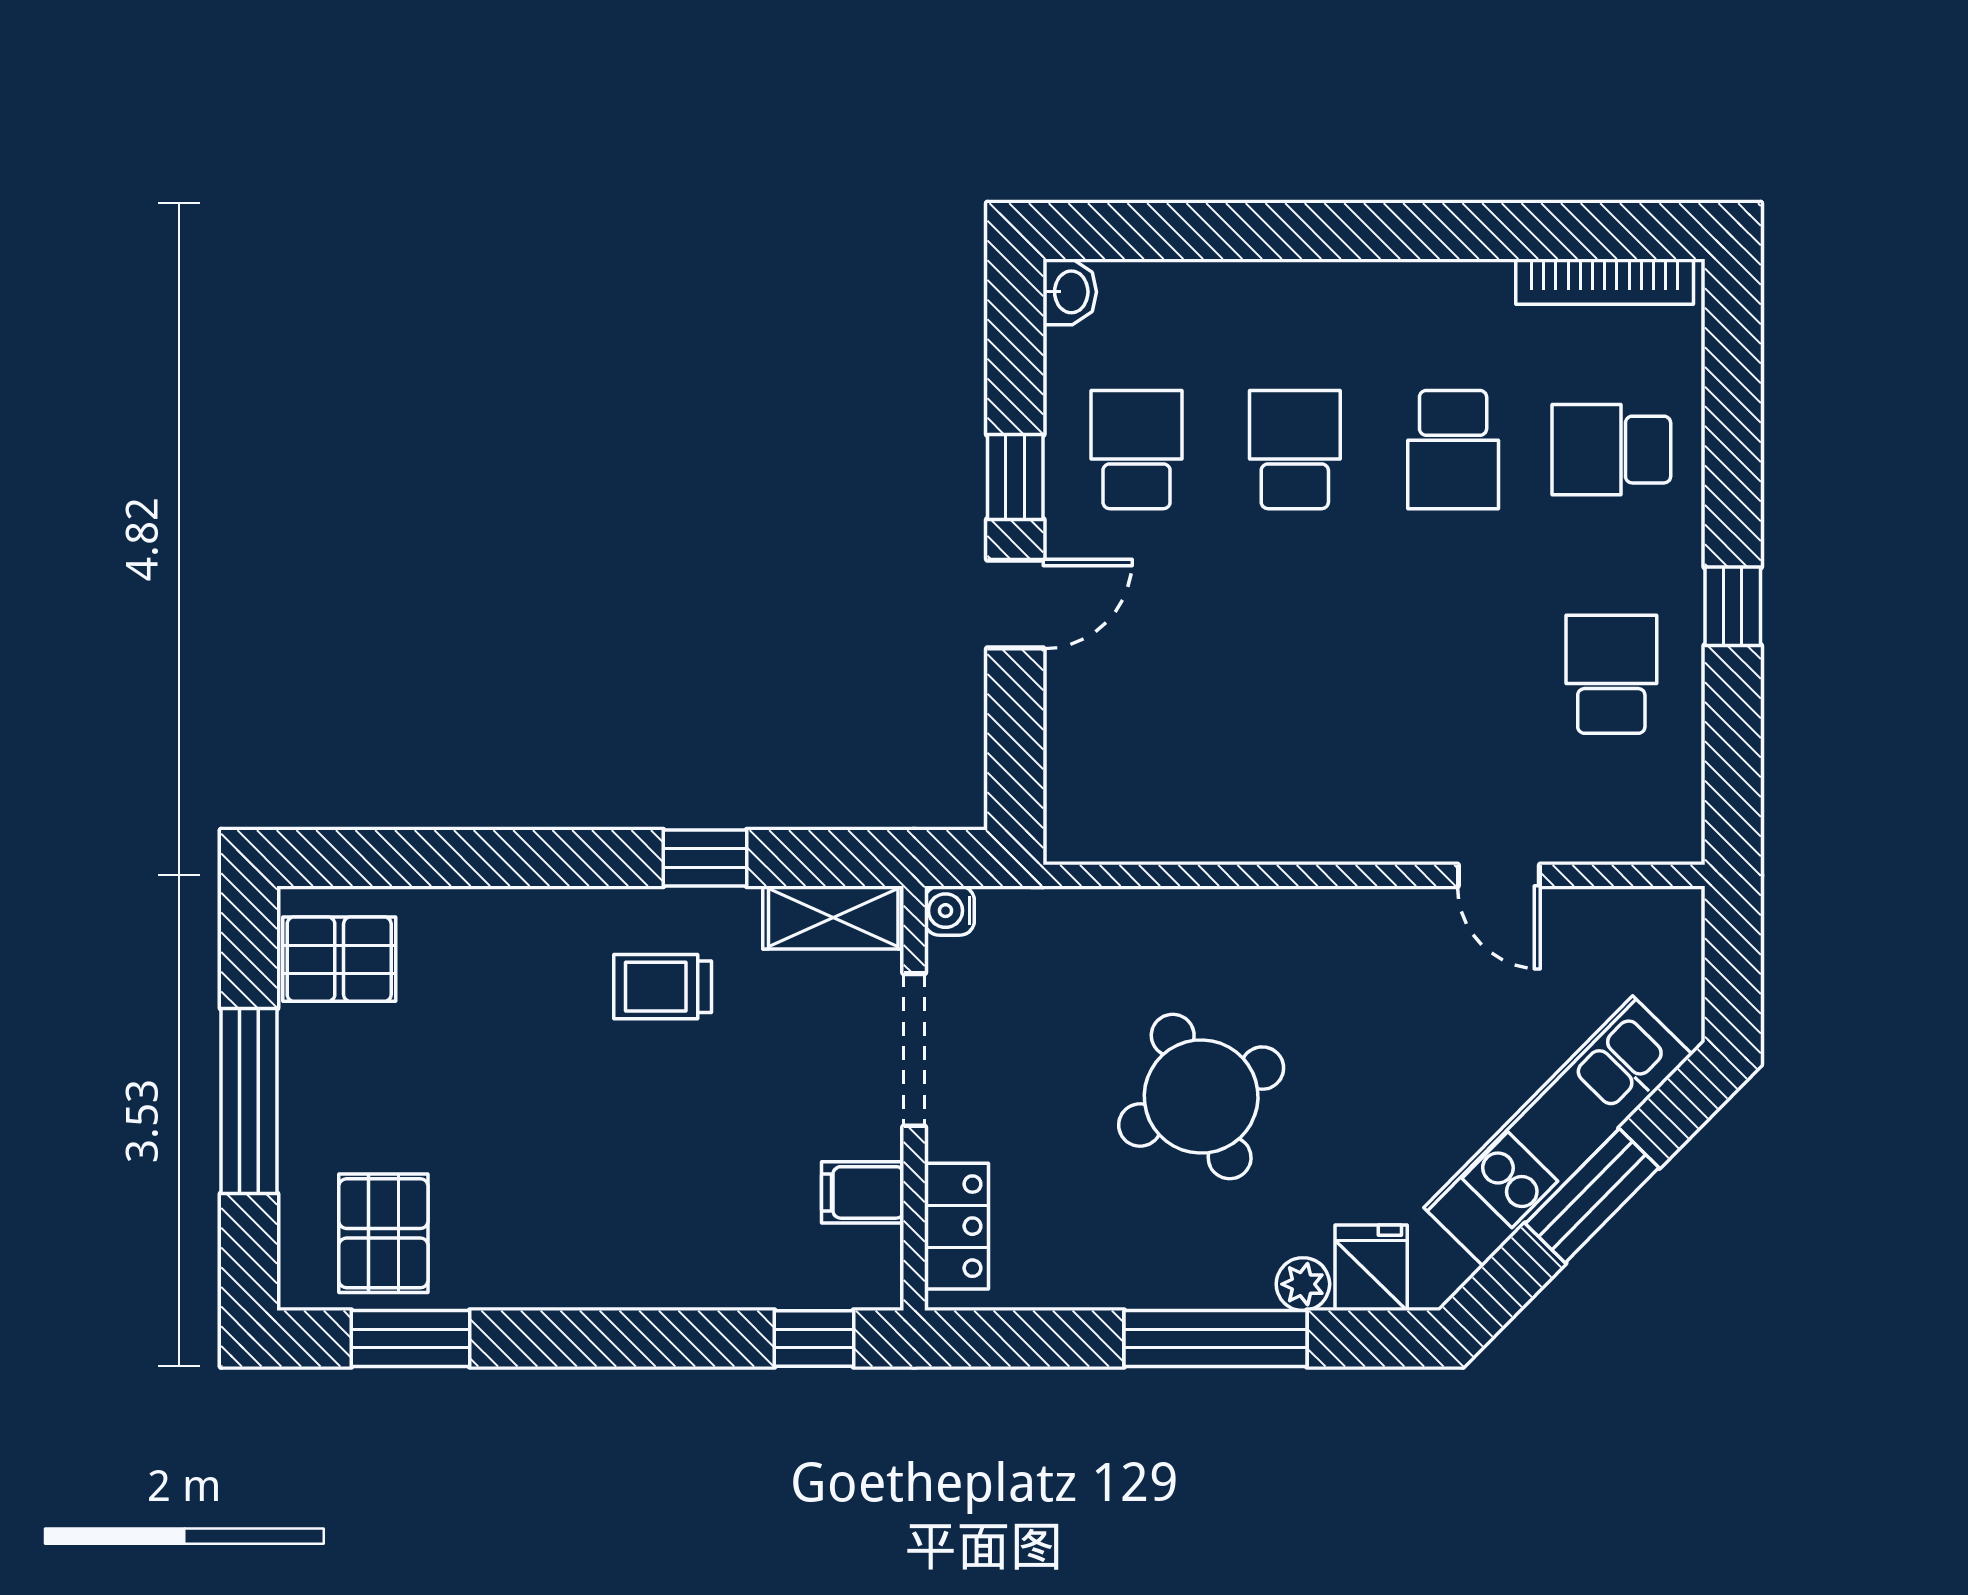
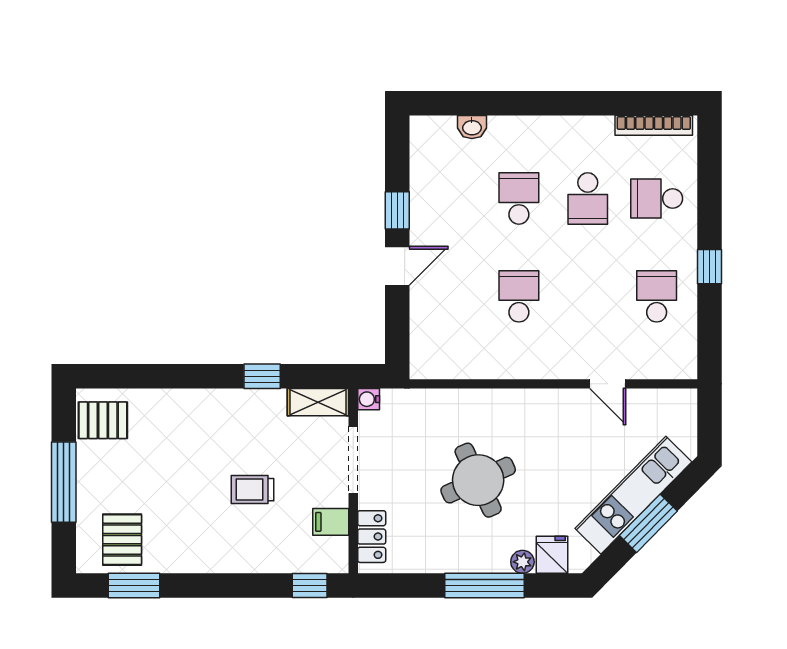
washbasin: (1070, 292) -> (472, 127), moved, turned 90
school desk: (1137, 450) -> (519, 296), moved
trolley: (663, 987) -> (253, 490), moved

